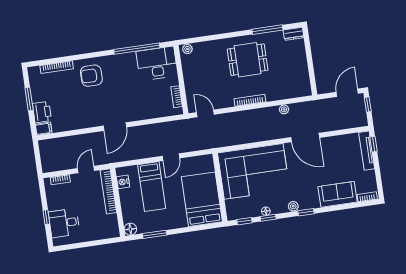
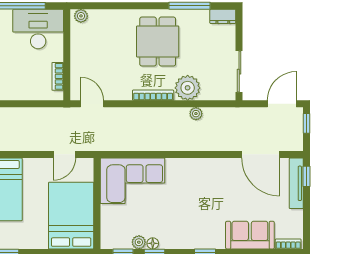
dining table: (248, 60) -> (158, 41), turned 90
sliding door: (312, 73) -> (239, 72), added
plant: (275, 91) -> (188, 88), added
door: (305, 138) -> (261, 154), moved
door: (171, 157) -> (64, 154), moved
corner sofa: (254, 171) -> (133, 181), width x0.73, depth x0.74
plant: (293, 206) -> (139, 242), moved

